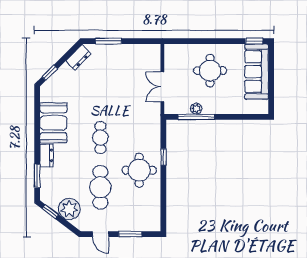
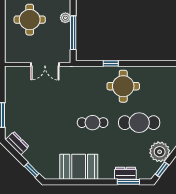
plant: (196, 109) -> (65, 18), moved
dresser: (46, 155) -> (125, 173), moved

